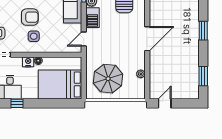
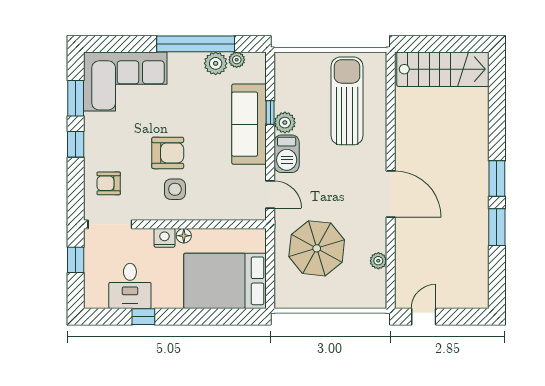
door: (84, 39) -> (270, 194), swing flipped
door: (147, 39) -> (391, 194), hinge flipped
window: (203, 76) -> (497, 227), moved
parasol: (108, 79) -> (317, 248), moved

